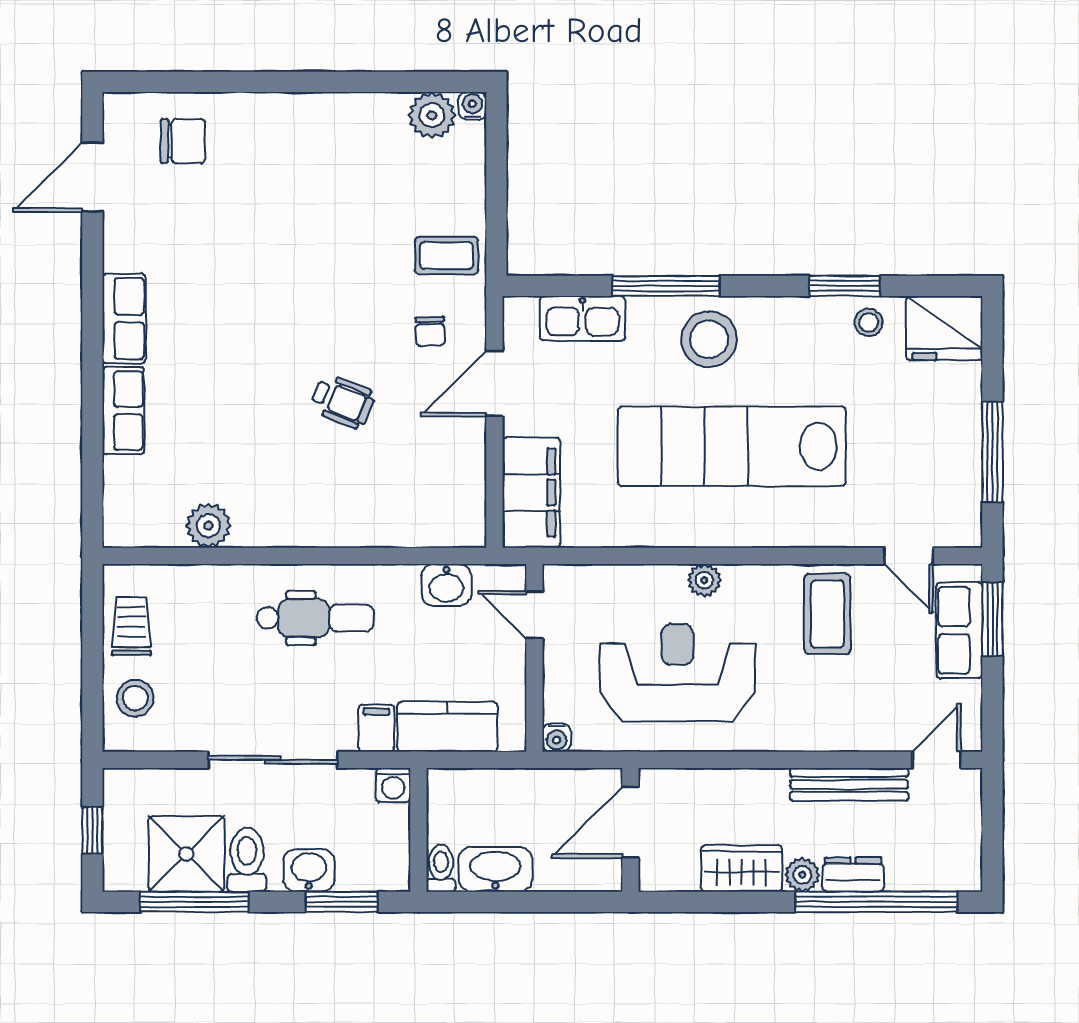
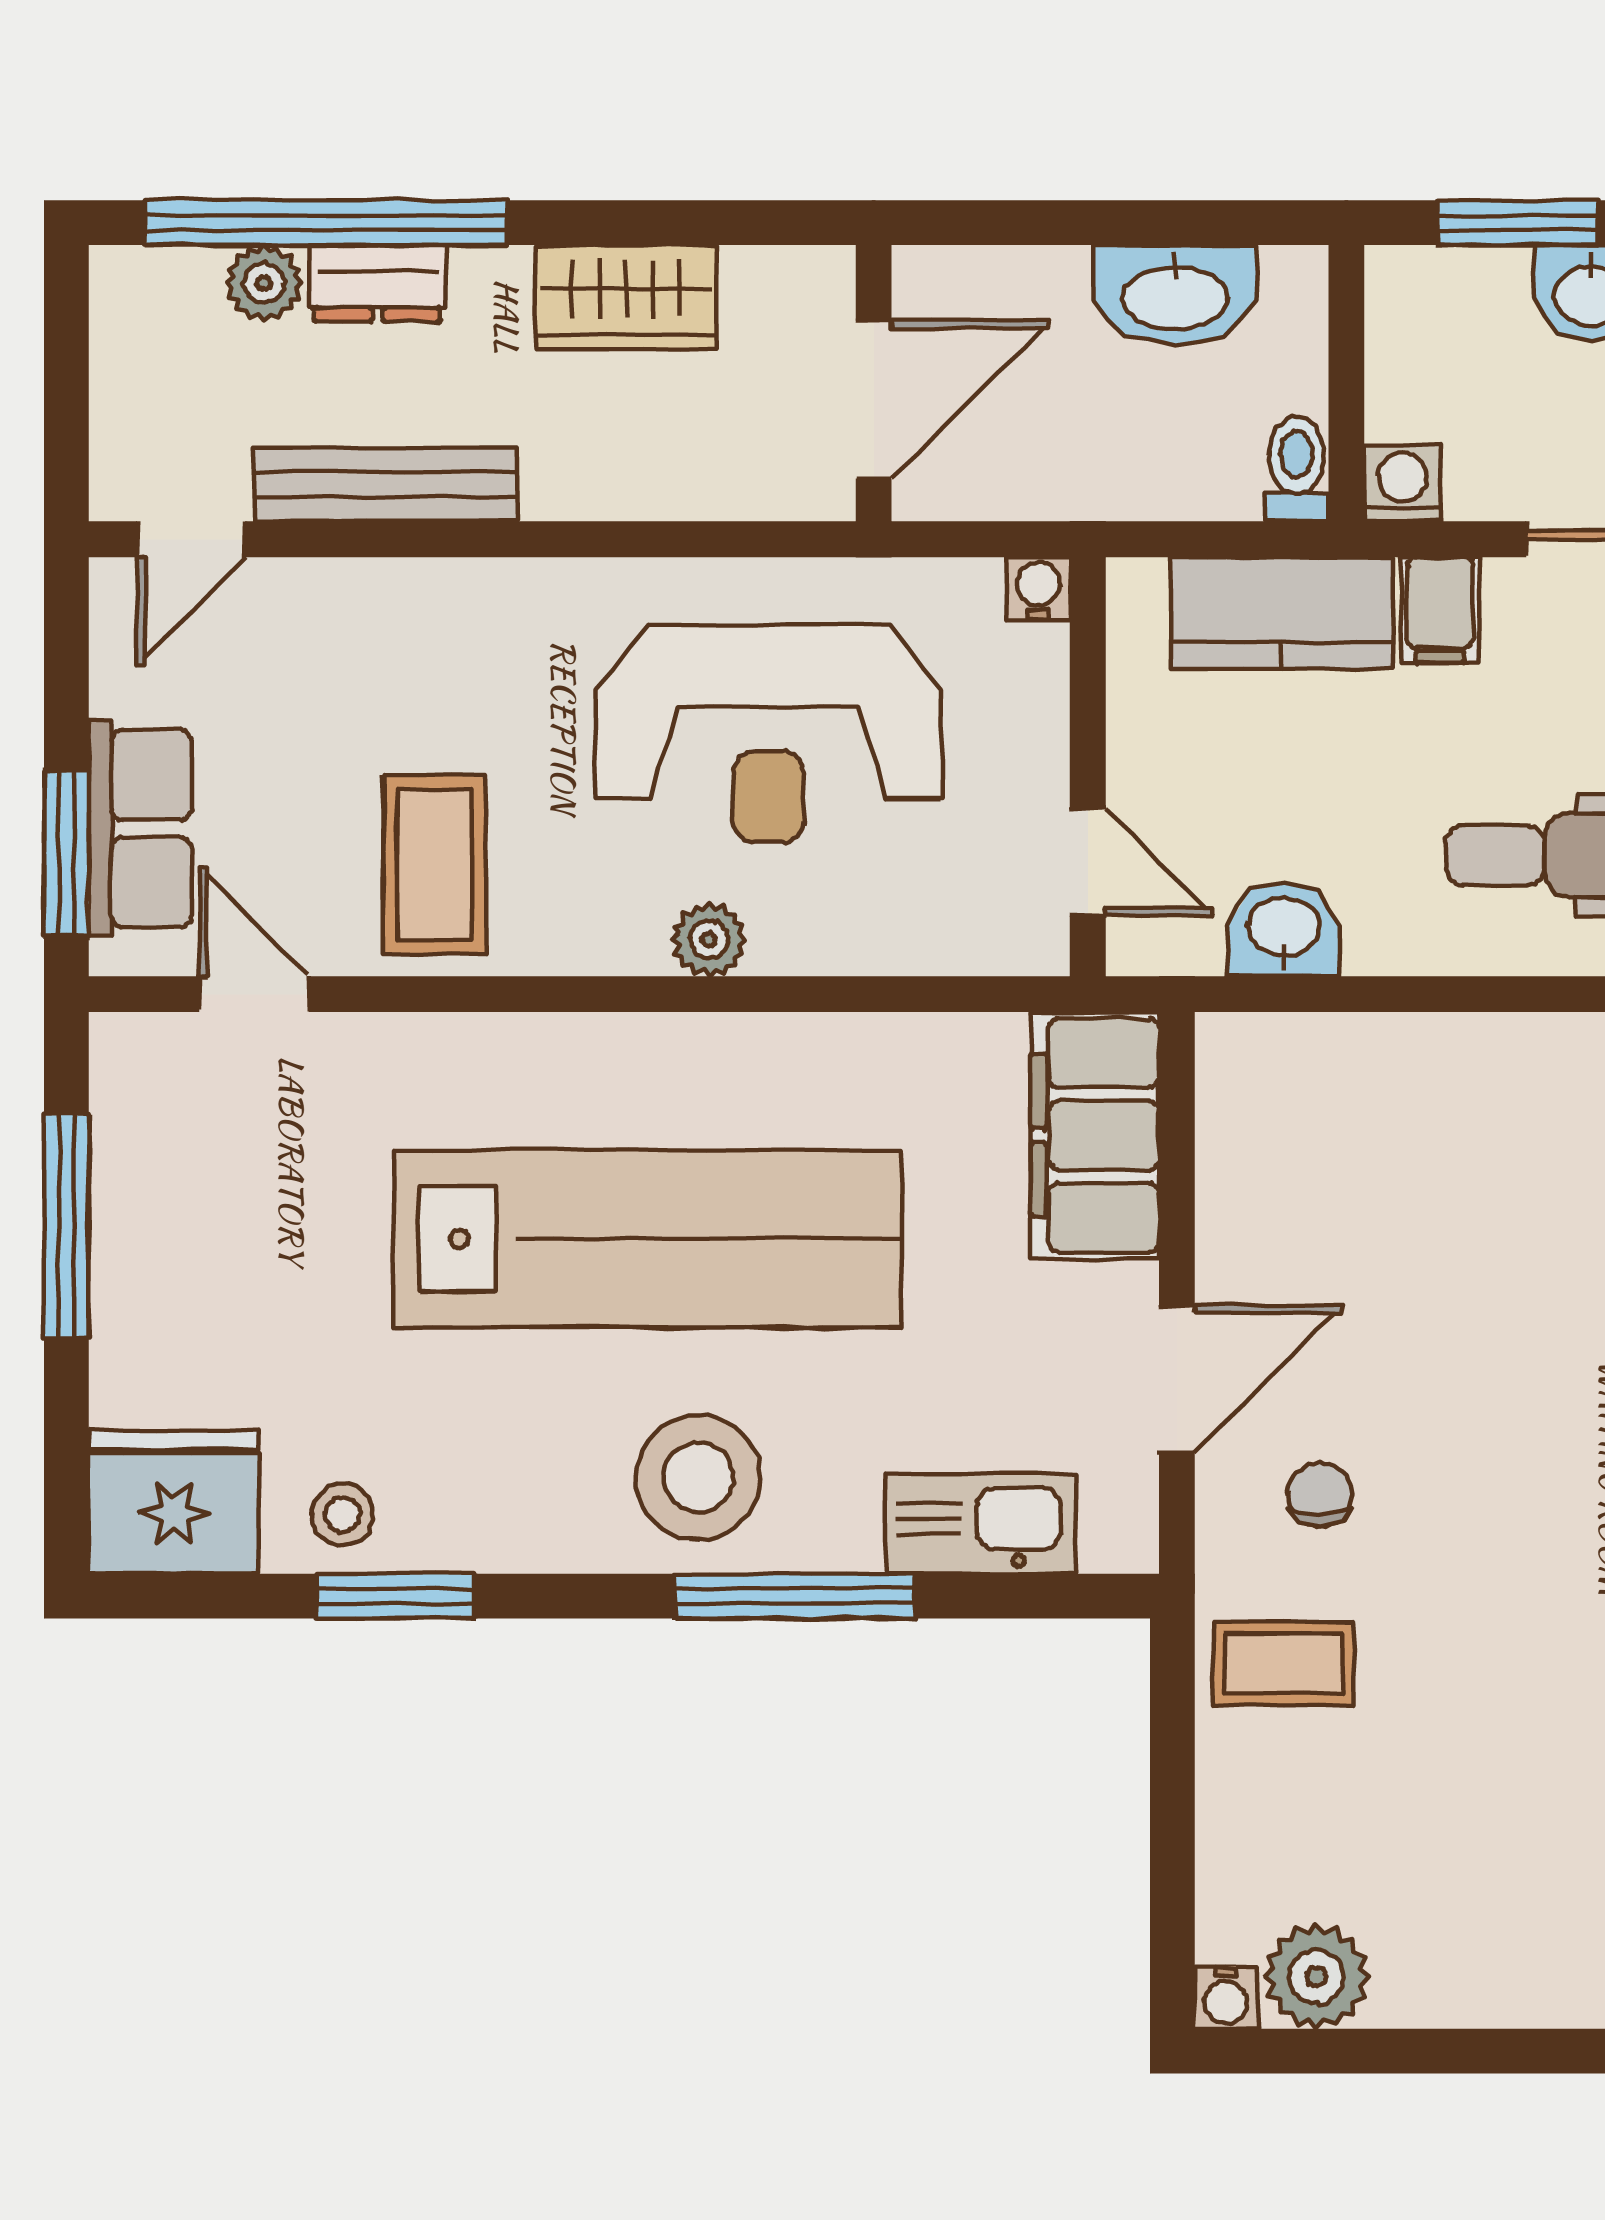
wheelchair: (342, 401) -> (1516, 1339), removed
toilet: (441, 868) -> (1296, 469), moved, turned 180
plant: (802, 875) -> (264, 283), moved

